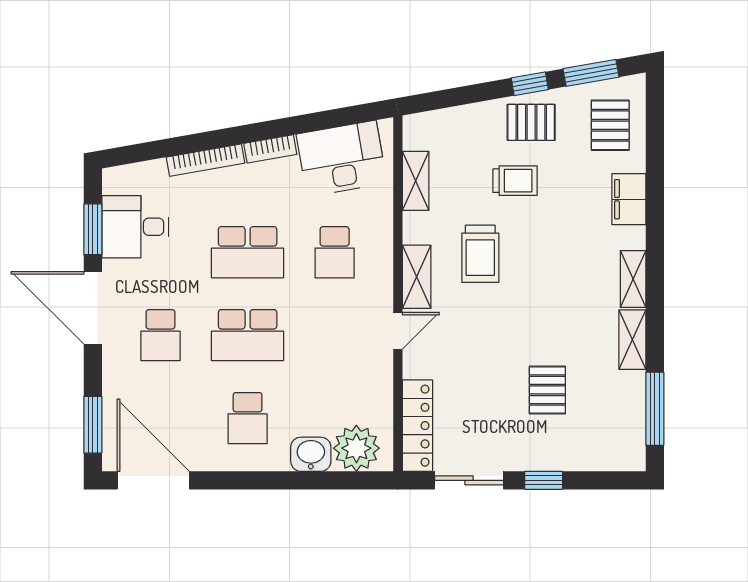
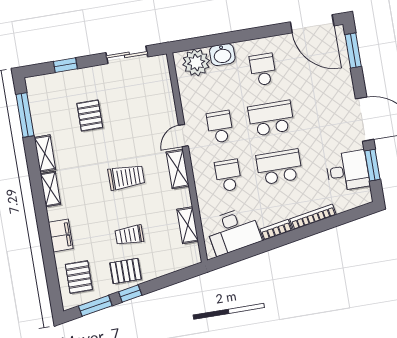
trolley: (480, 254) -> (126, 177), moved, turned 90
school desk: (161, 335) -> (220, 127), moved
locker: (417, 426) -> (163, 82), removed
window: (544, 480) -> (65, 65), moved

